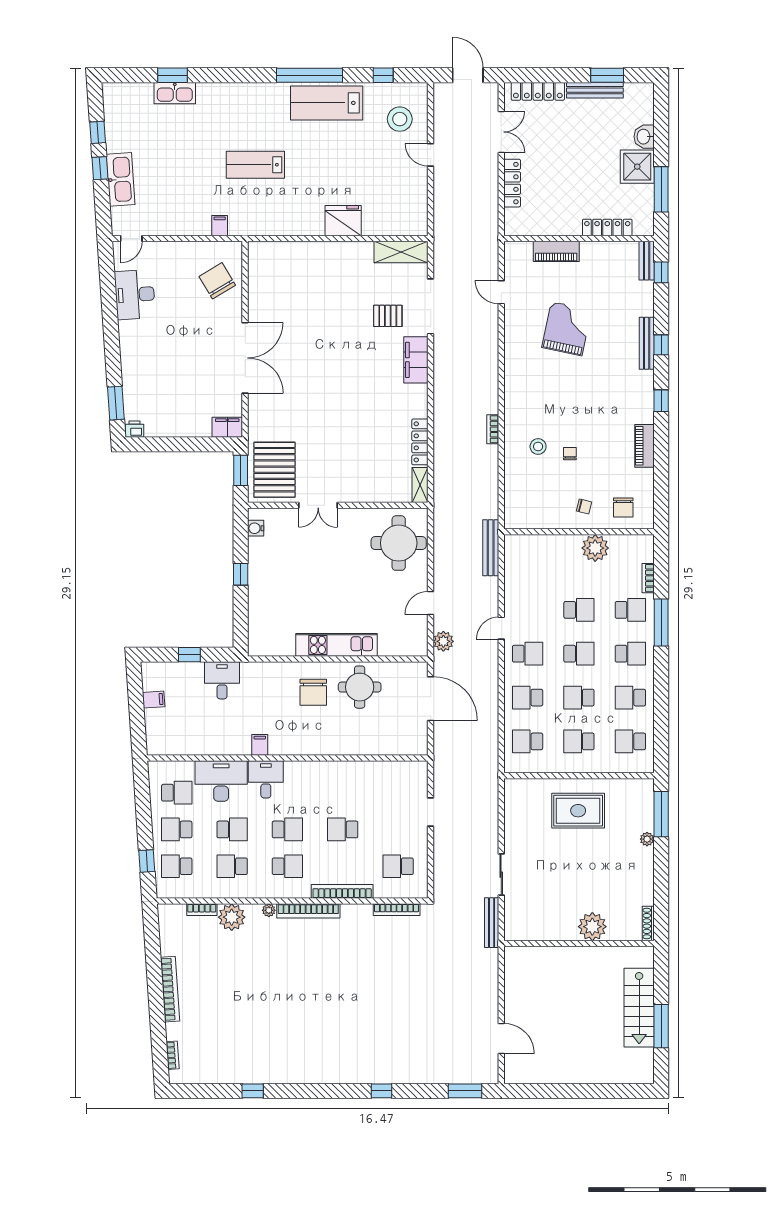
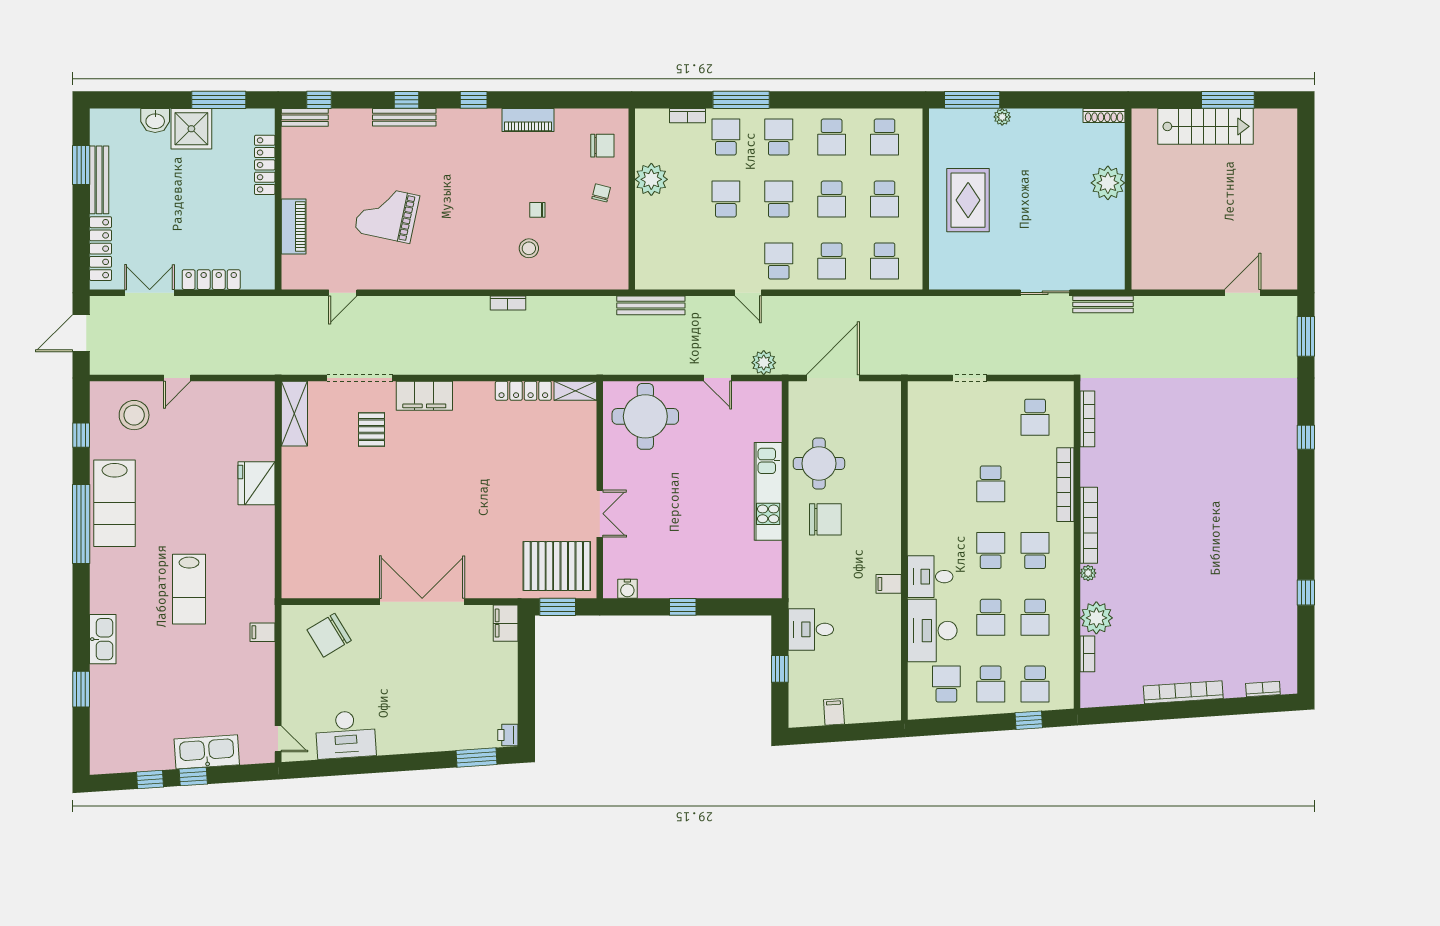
kitchen sink: (175, 93) -> (103, 639), moved
school desk: (232, 829) -> (991, 617), turned 180

